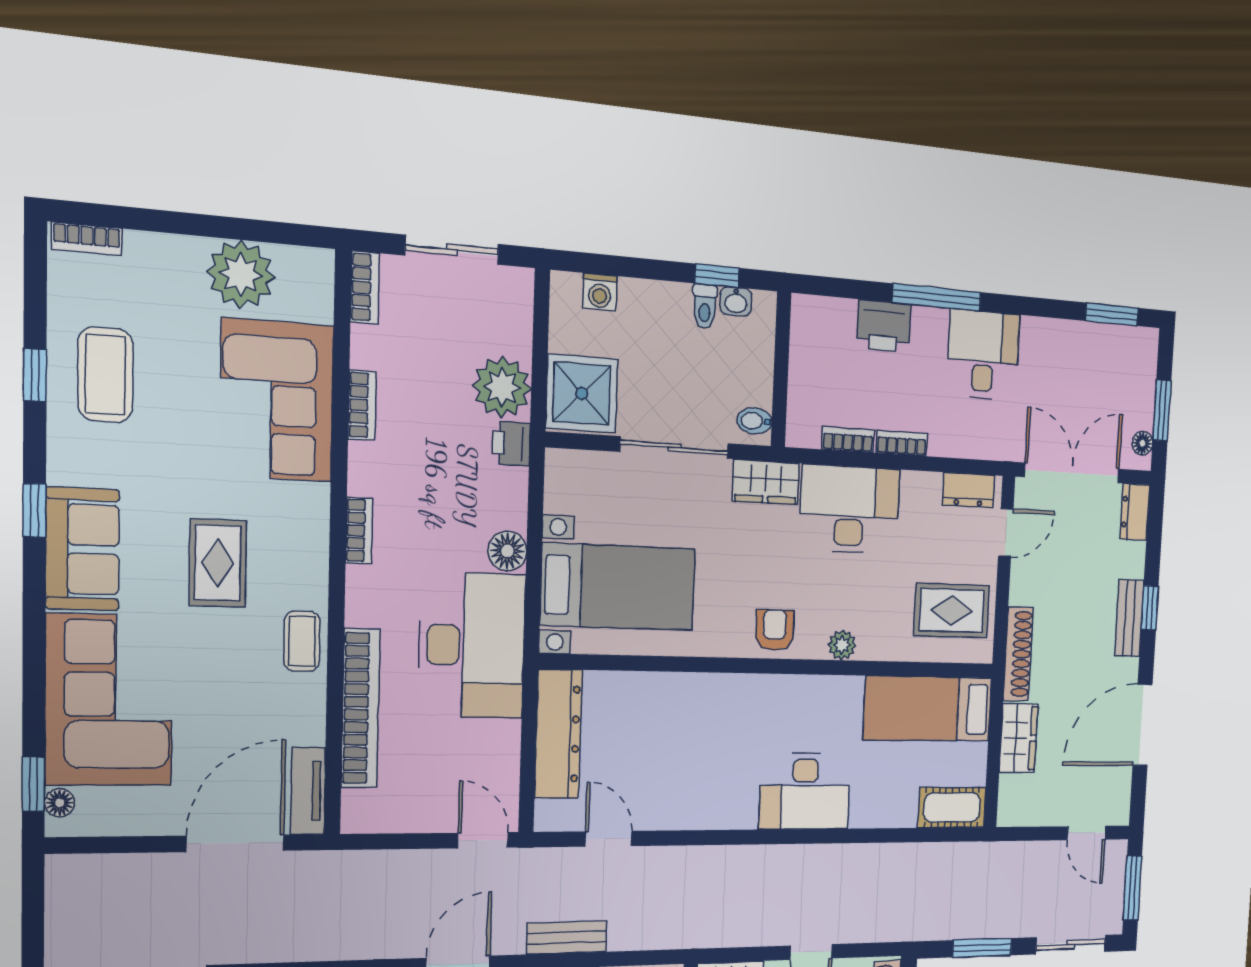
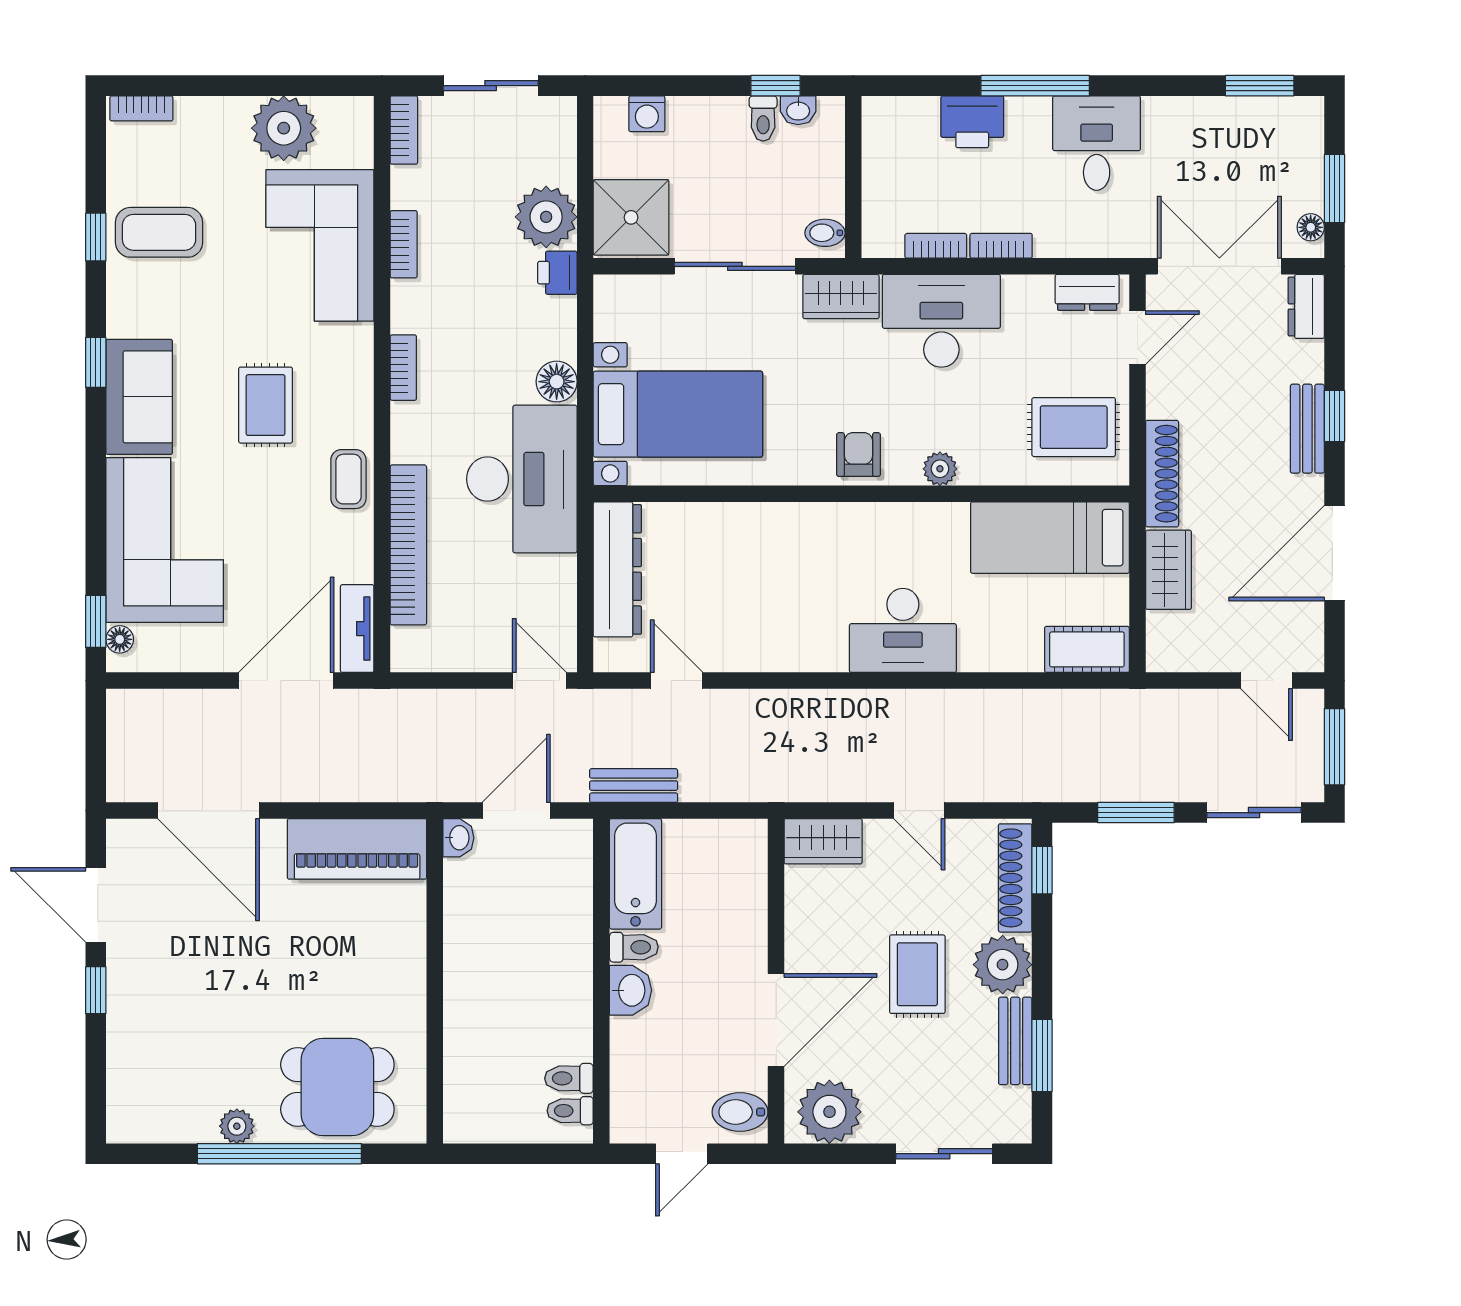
coffee table: (105, 375) -> (159, 232), turned 90

